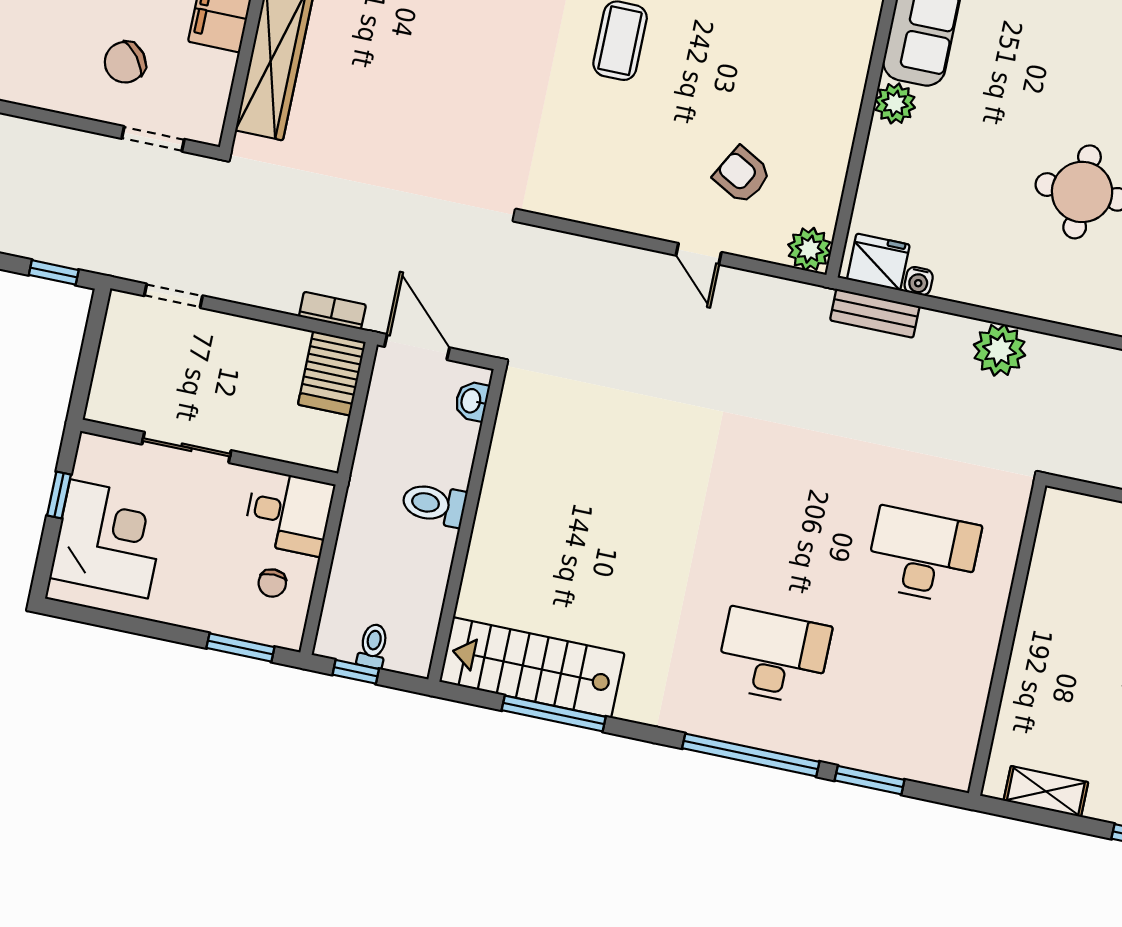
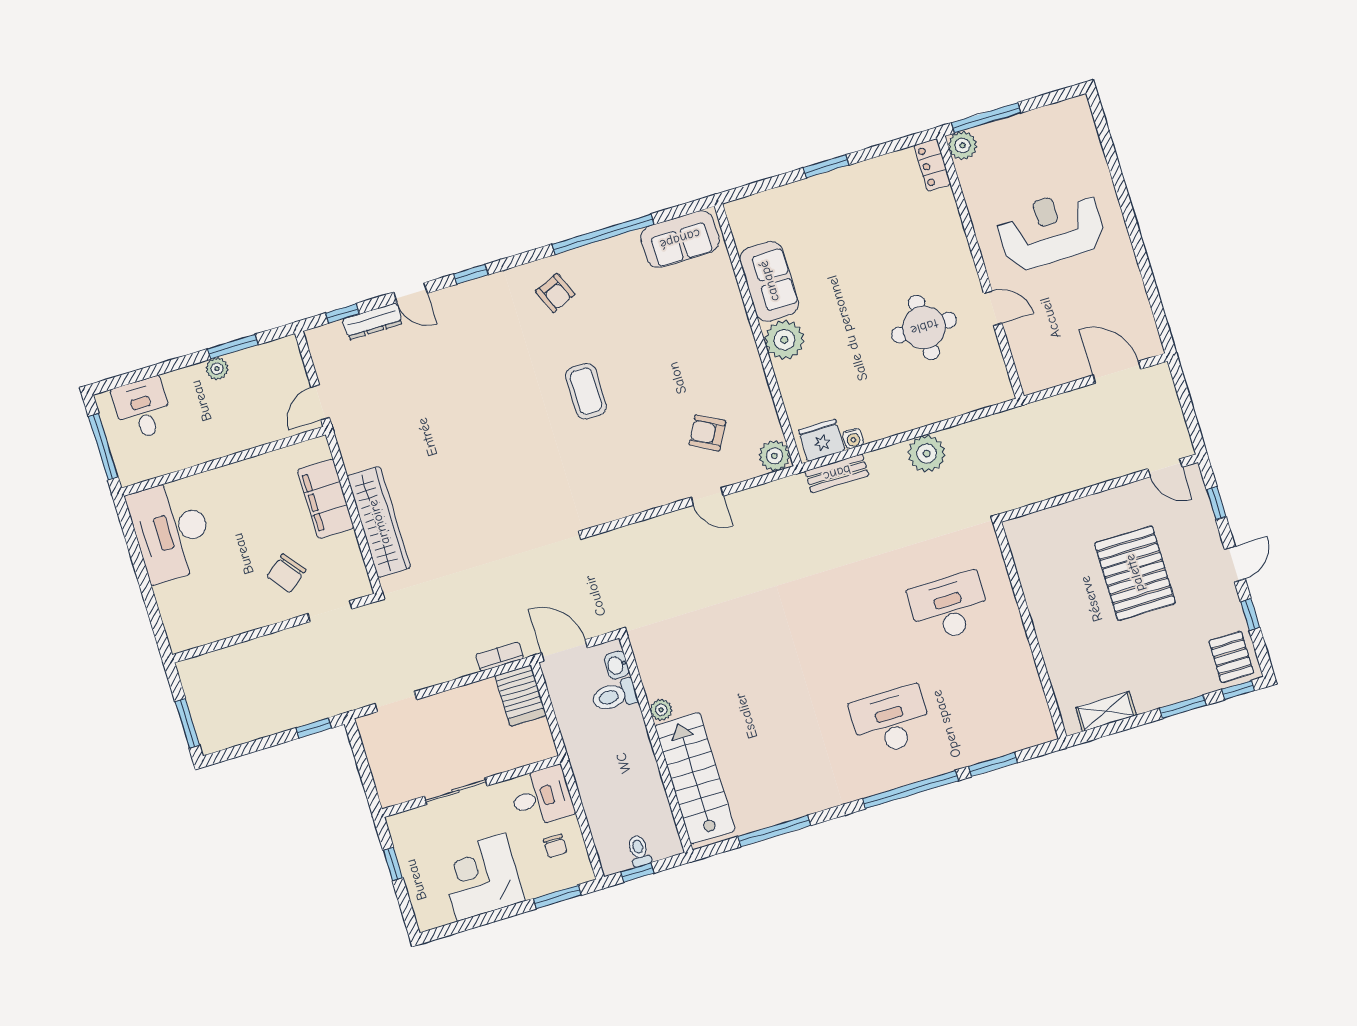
plant: (895, 103) -> (784, 340), width x1.36, depth x1.36
plant: (496, 486) -> (661, 710), added
toilet: (434, 504) -> (614, 696), moved
corner desk: (109, 539) -> (481, 877), moved, turned -90
stairs: (532, 667) -> (695, 778), moved, turned 90

